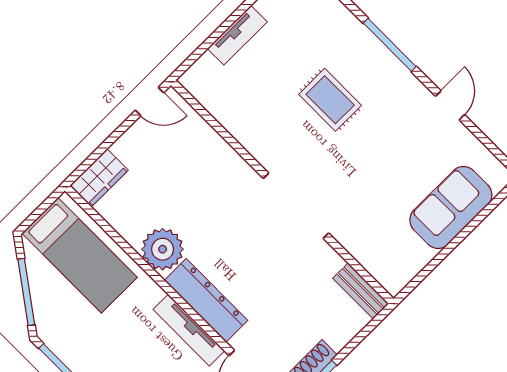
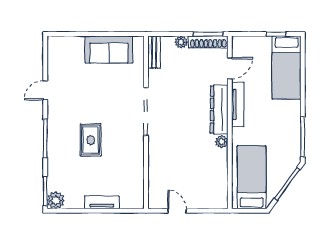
door: (149, 101) -> (177, 211), moved
wardrobe: (99, 178) -> (213, 200), removed
sofa: (451, 207) -> (109, 50), moved
plant: (163, 249) -> (222, 142), width x0.53, depth x0.53
plant: (339, 338) -> (181, 42), added

